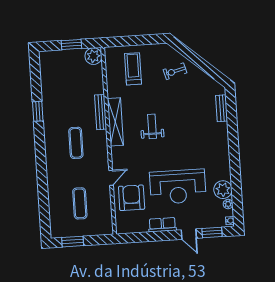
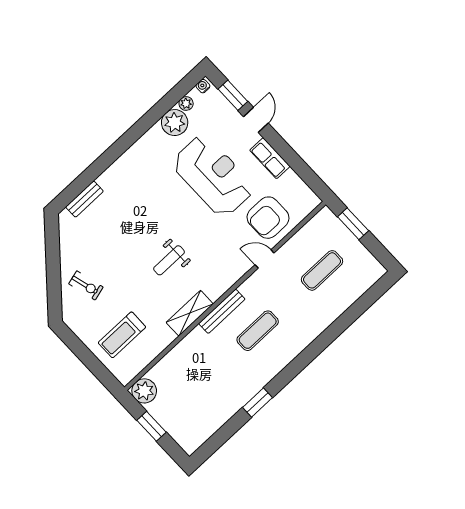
bench: (101, 112) -> (222, 311), moved
shelving: (115, 122) -> (190, 313), width x0.68
window: (73, 242) -> (353, 224), moved

